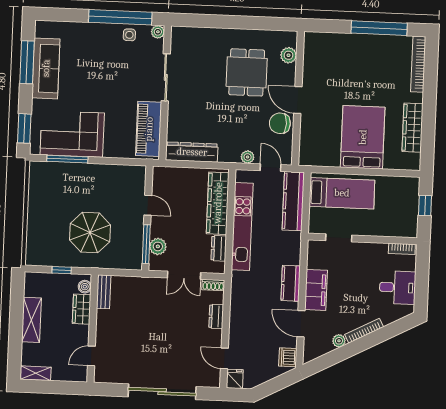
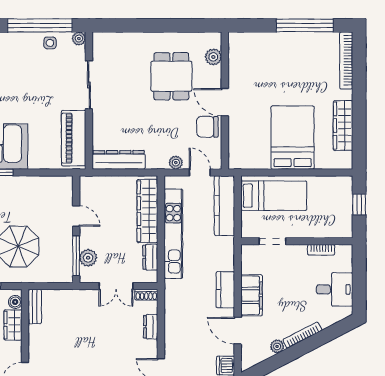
bookcase: (402, 249) -> (321, 250), moved

